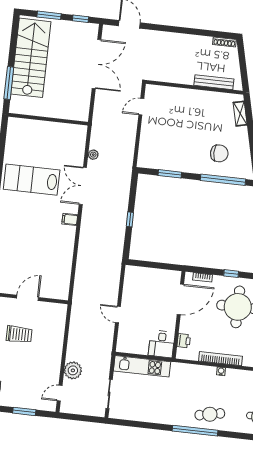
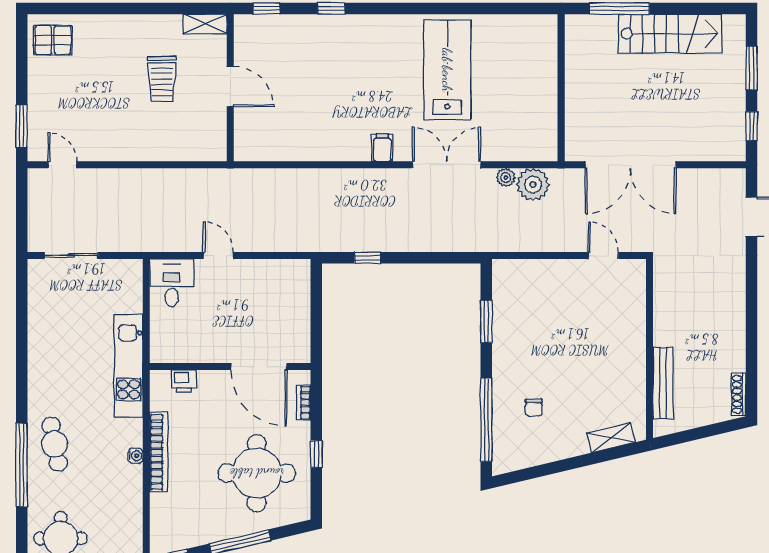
stairs: (31, 58) -> (670, 34), width x0.73, depth x0.66
double door: (96, 64) -> (631, 165), moved
chair: (219, 153) -> (534, 408), width x0.54, depth x0.54
window: (130, 219) -> (368, 258), moved
door: (118, 315) -> (218, 256), hinge flipped
desk: (161, 344) -> (172, 283), moved, turned 90
kitchen unit: (142, 366) -> (128, 366), moved
plant: (73, 370) -> (533, 184), moved
window: (24, 411) -> (22, 126), moved
window: (195, 431) -> (22, 465), moved

